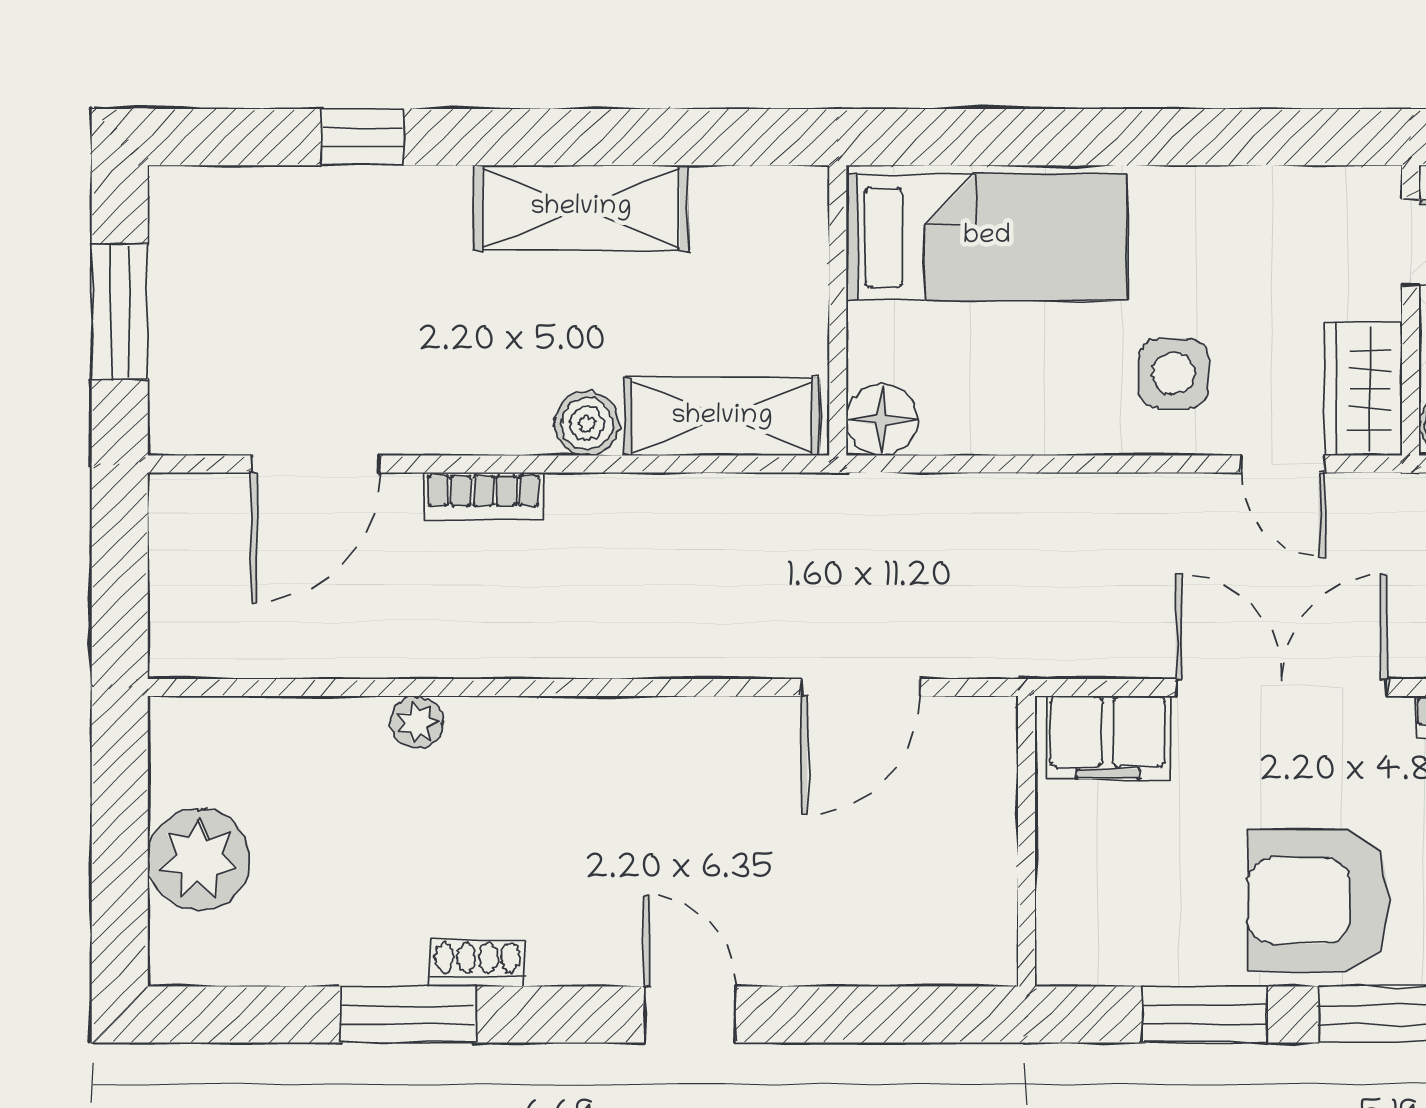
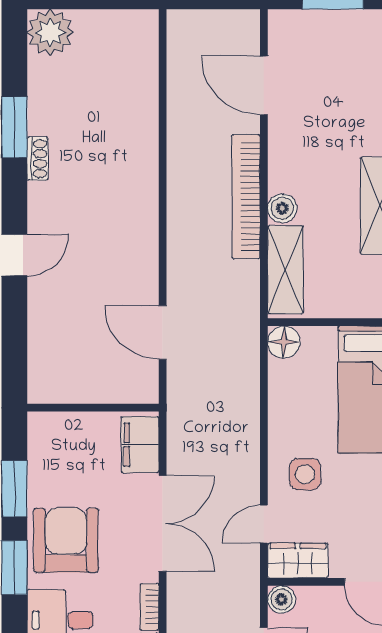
bookcase: (483, 496) -> (246, 197), width x2.31, depth x1.31
plant: (417, 722) -> (147, 131), removed
plant: (199, 859) -> (50, 32), moved

